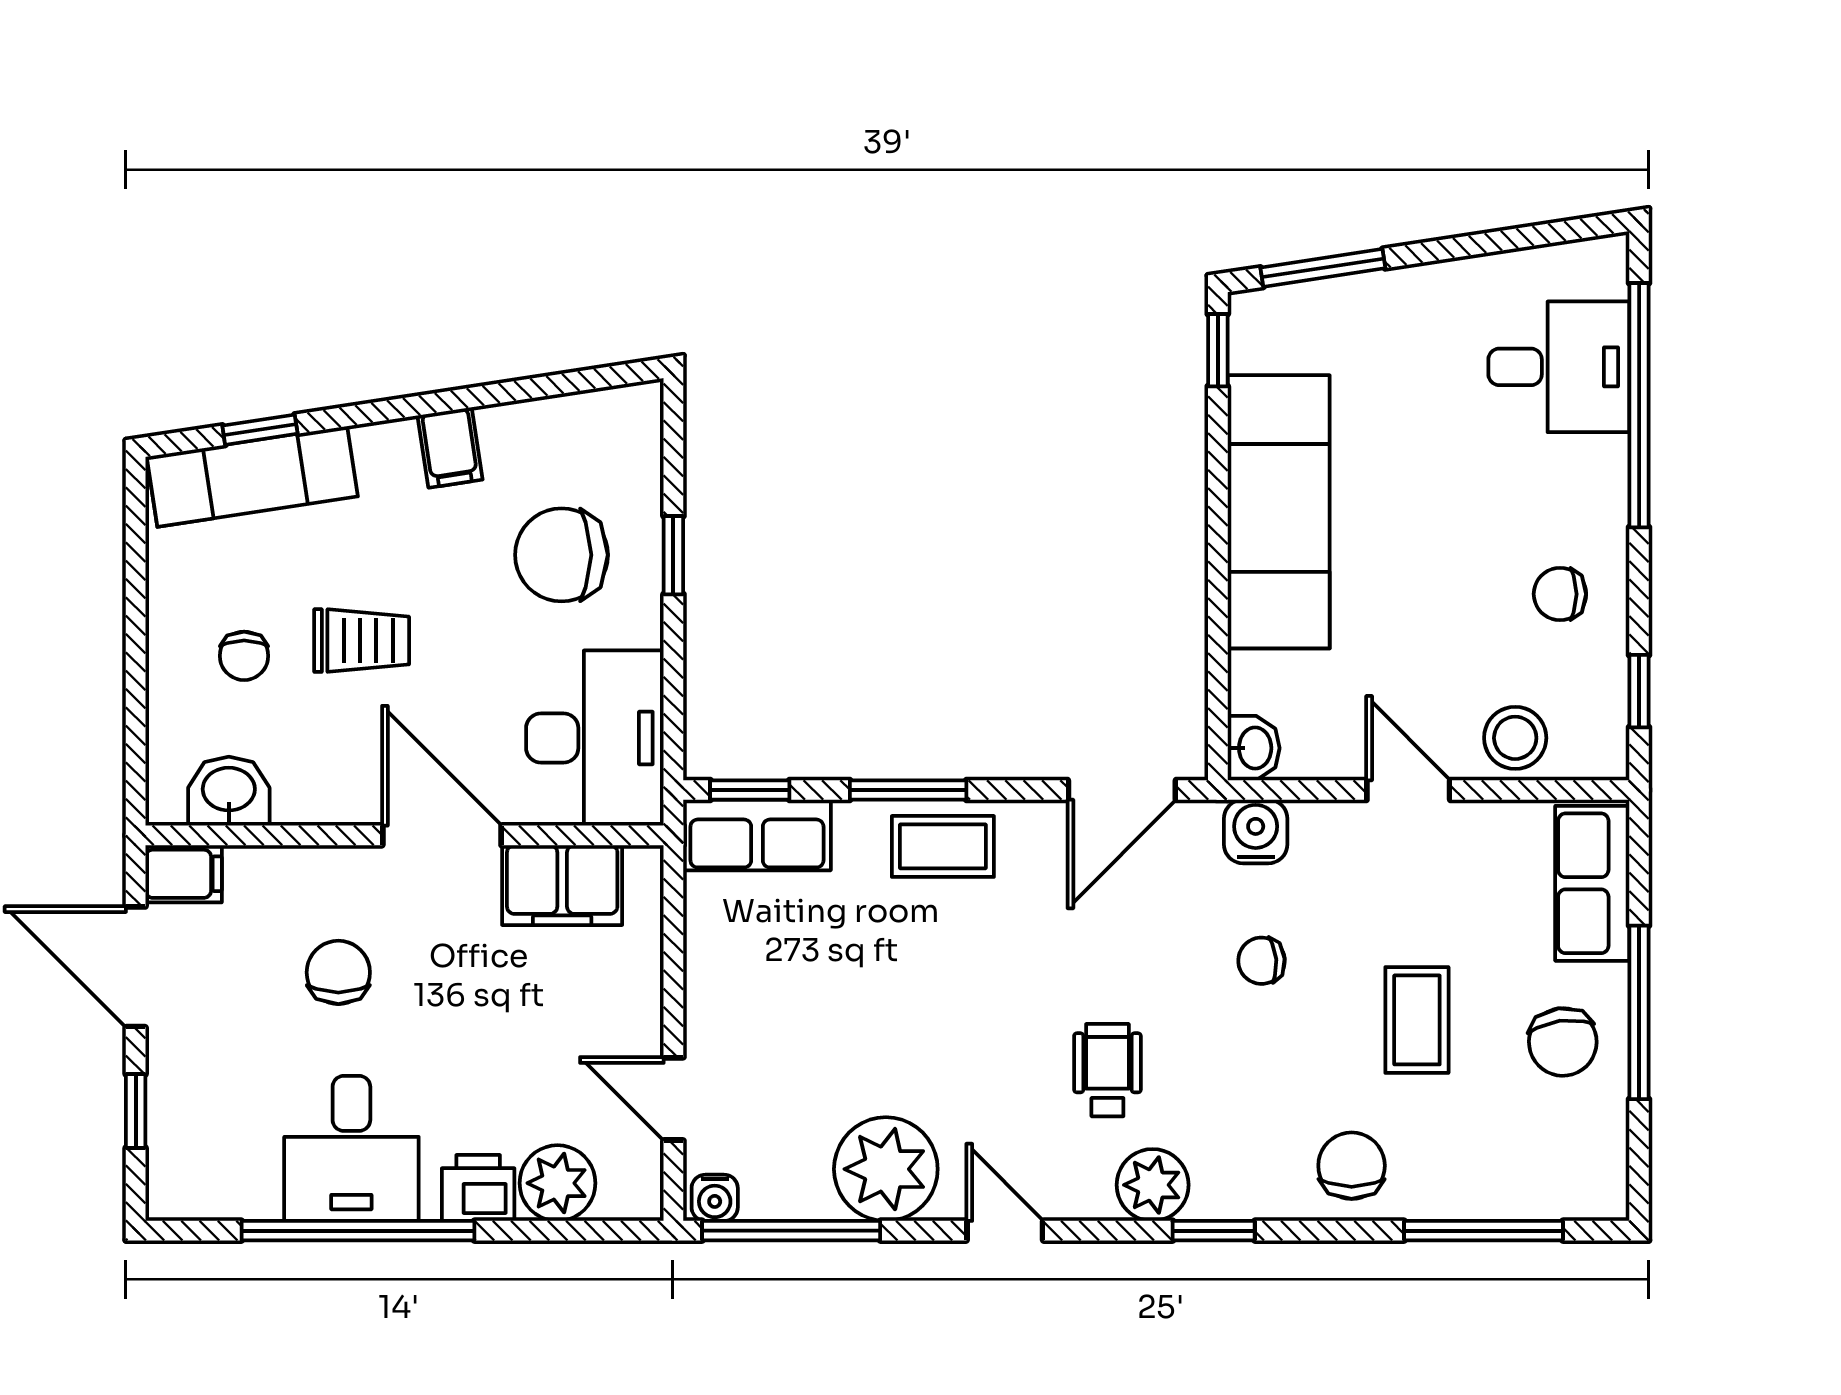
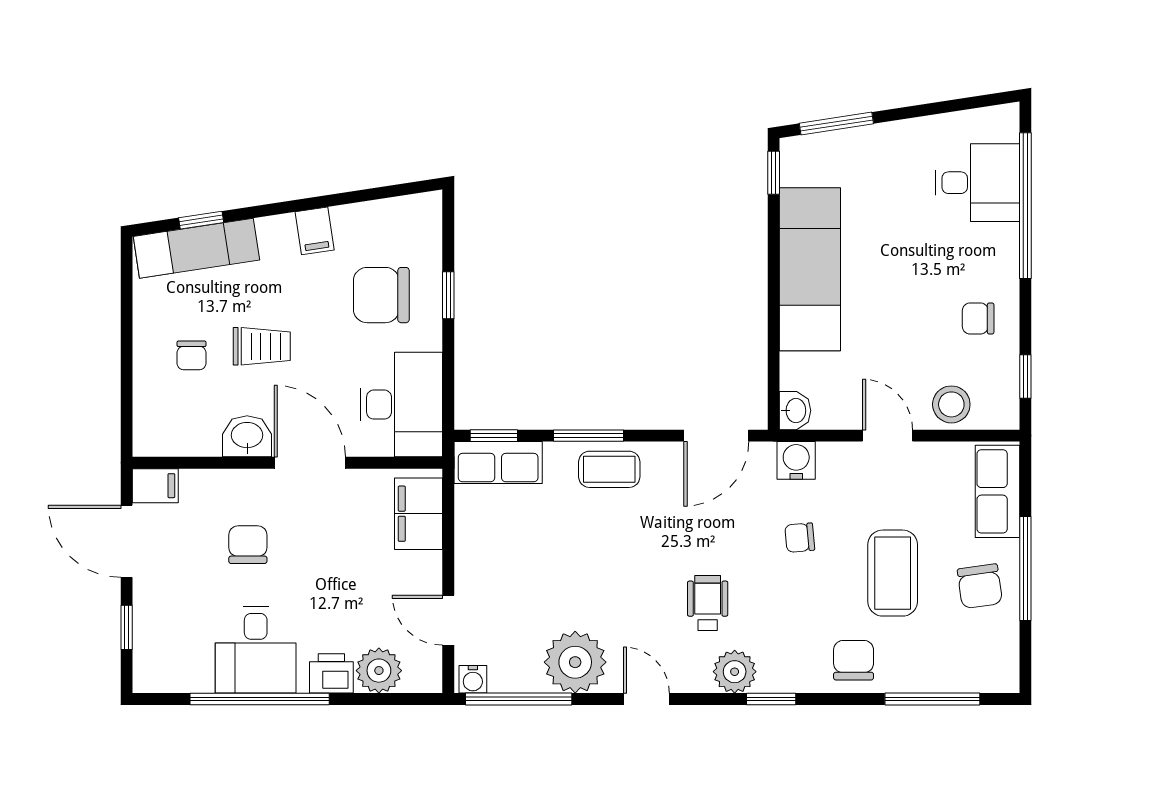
washbasin: (229, 791) -> (247, 436), moved
filing cabinet: (562, 885) -> (418, 514), moved, turned 90
coffee table: (1417, 1020) -> (893, 573), width x1.36, depth x1.30

